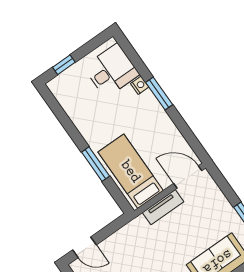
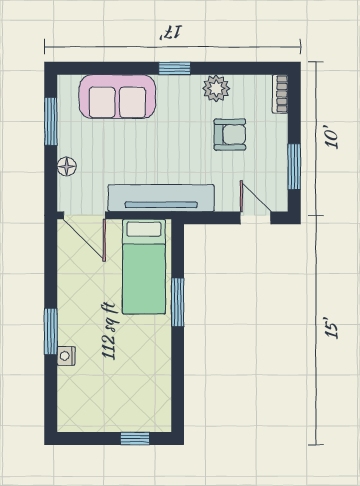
desk: (111, 71) -> (86, 394), removed
floor lamp: (219, 199) -> (67, 167), added
tv unit: (163, 207) -> (161, 198), width x1.92, depth x1.29

